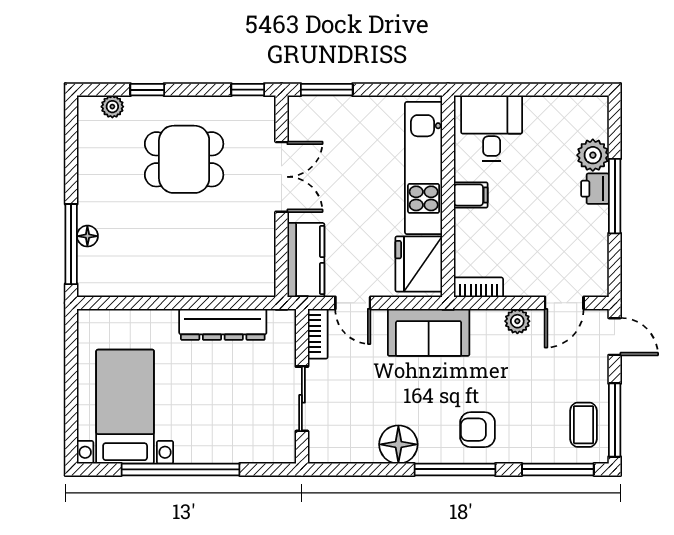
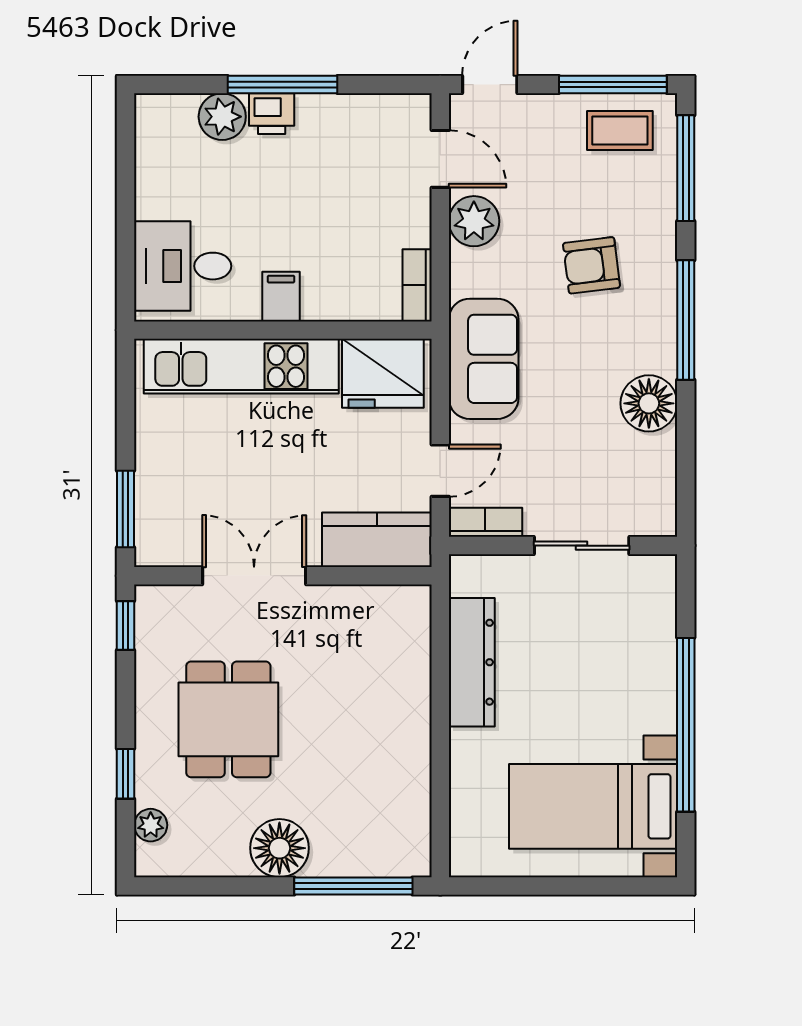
floor lamp: (87, 236) -> (279, 848), moved, width x1.89, depth x1.89
plant: (517, 321) -> (474, 221), width x1.38, depth x1.38
armchair: (478, 430) -> (592, 265), moved, turned 83

